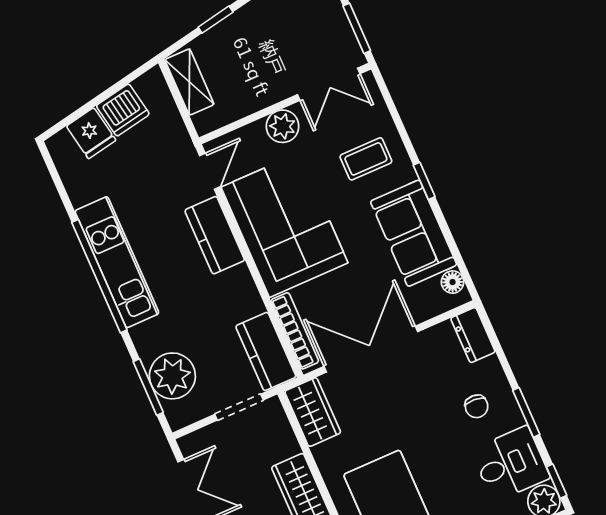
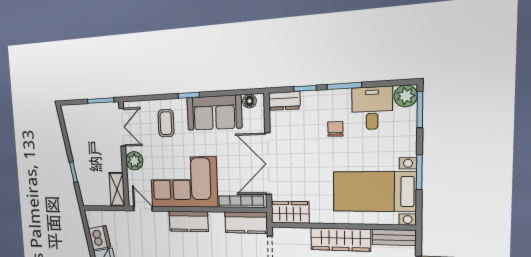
shelving: (189, 82) -> (117, 189), moved, turned 90
kitchen counter: (215, 235) -> (189, 221), moved
chair: (477, 406) -> (335, 129), moved, turned -94
window: (557, 481) -> (305, 88), moved

